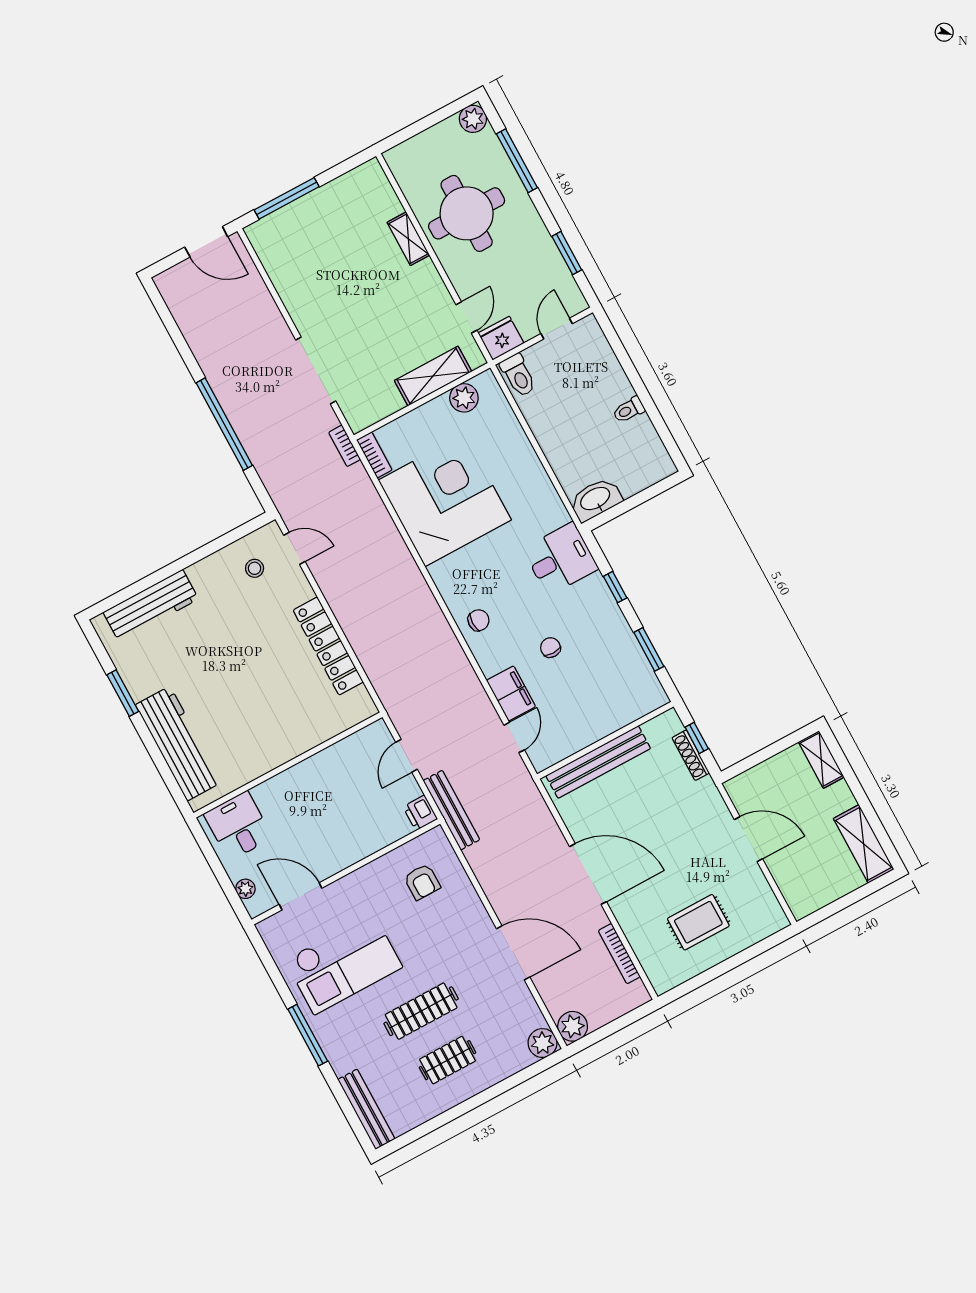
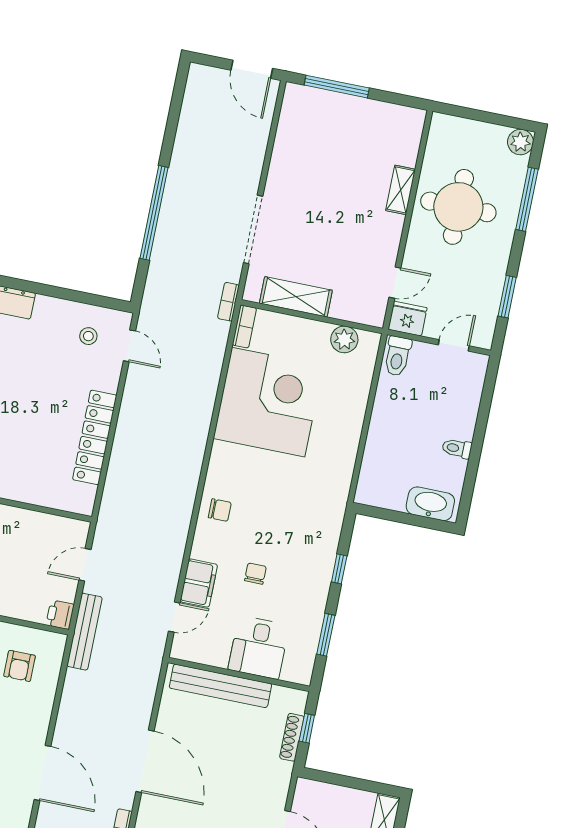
shelving: (433, 376) -> (296, 297), moved
washbasin: (595, 499) -> (430, 504), moved
desk: (560, 559) -> (259, 647), moved, turned 90

